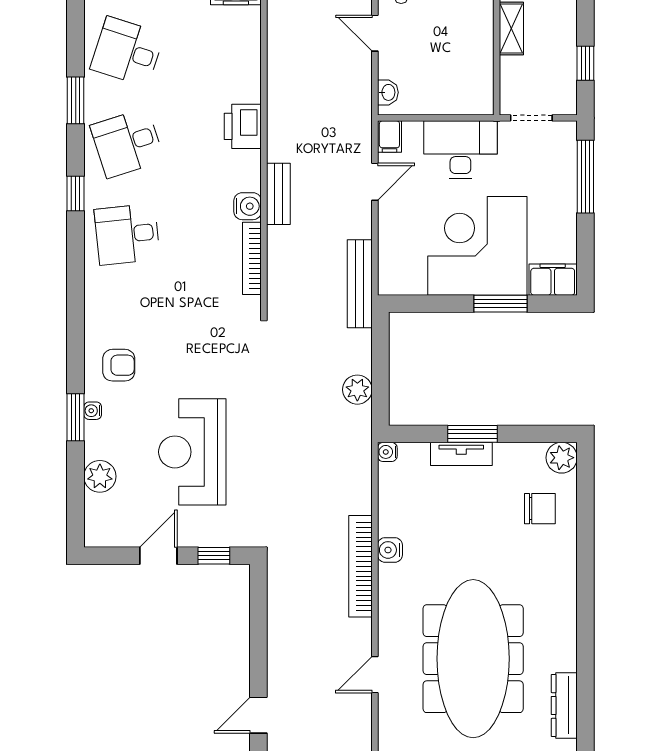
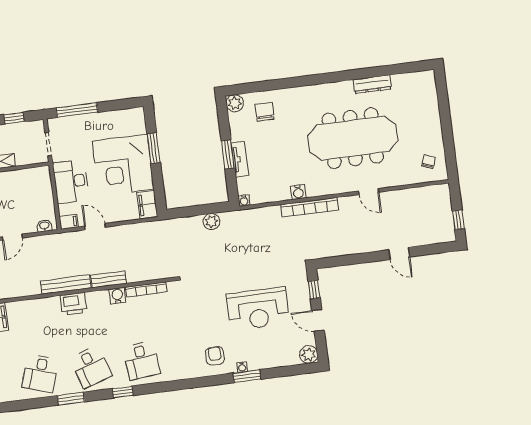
filing cabinet: (553, 280) -> (147, 205), moved
bench: (360, 284) -> (66, 284), moved
plant: (100, 476) -> (309, 355), moved

